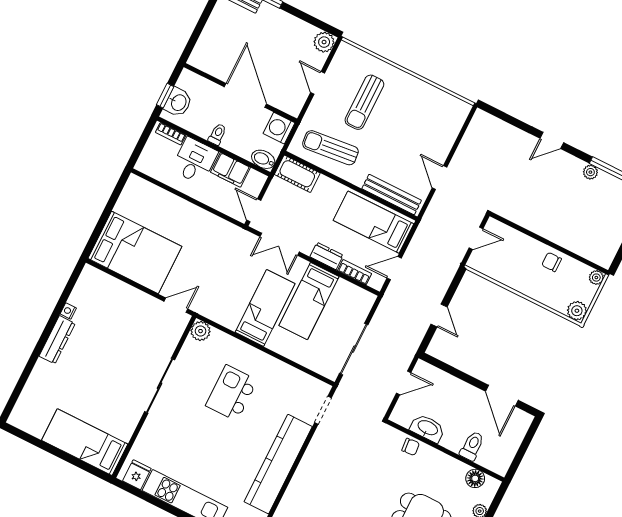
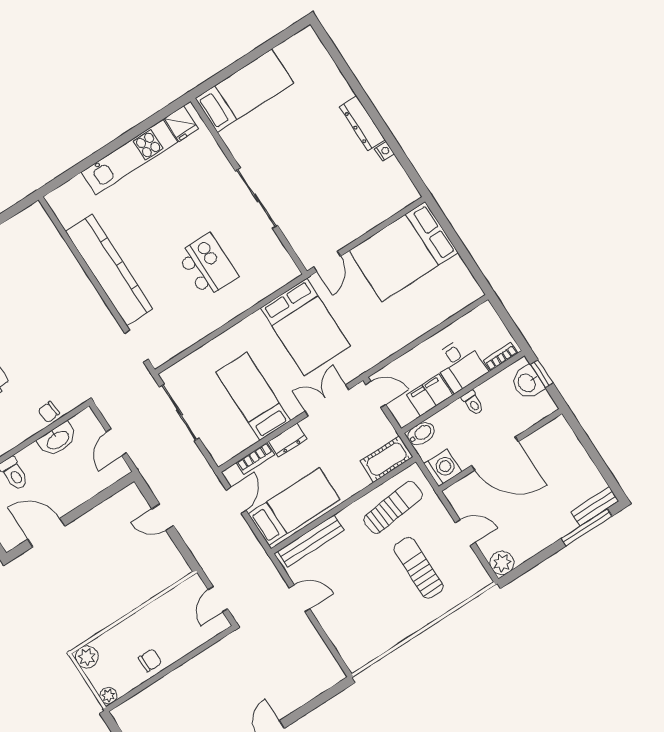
bed: (265, 308) -> (305, 327), moved, width x1.50
plant: (200, 331) -> (287, 271), removed

